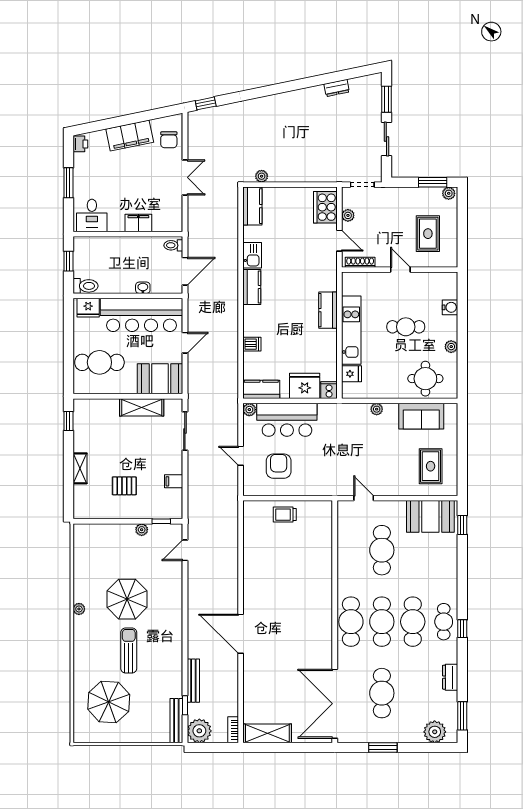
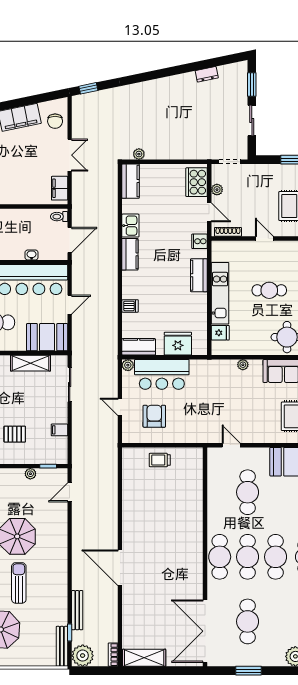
filing cabinet: (138, 223) -> (60, 188), moved, turned -90
cooker: (329, 390) -> (199, 241), moved, turned -90

